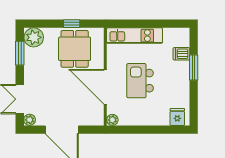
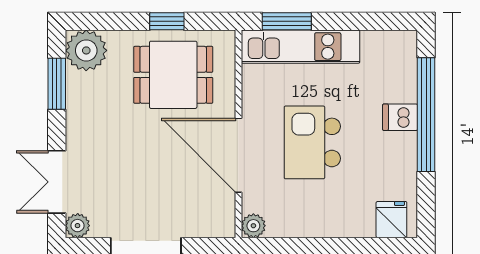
window: (128, 24) -> (287, 21), added
dining table: (75, 49) -> (173, 75), turned 90
dishwasher: (181, 54) -> (400, 117), moved
window: (194, 68) -> (426, 115), width x2.11

